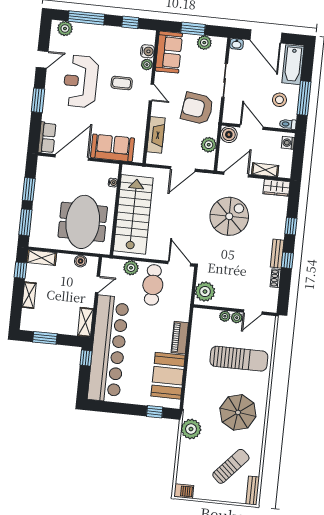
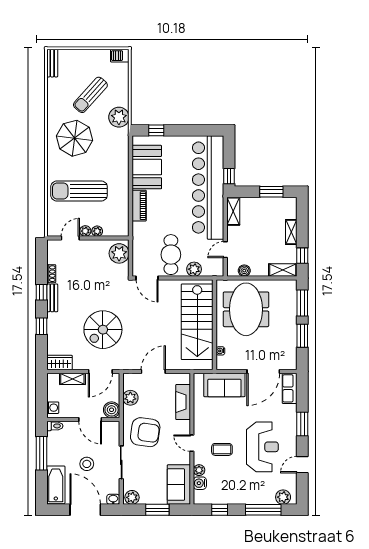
plant: (204, 43) -> (132, 497), moved
stool: (279, 100) -> (87, 464), moved
sun lounger: (231, 466) -> (90, 95), moved

